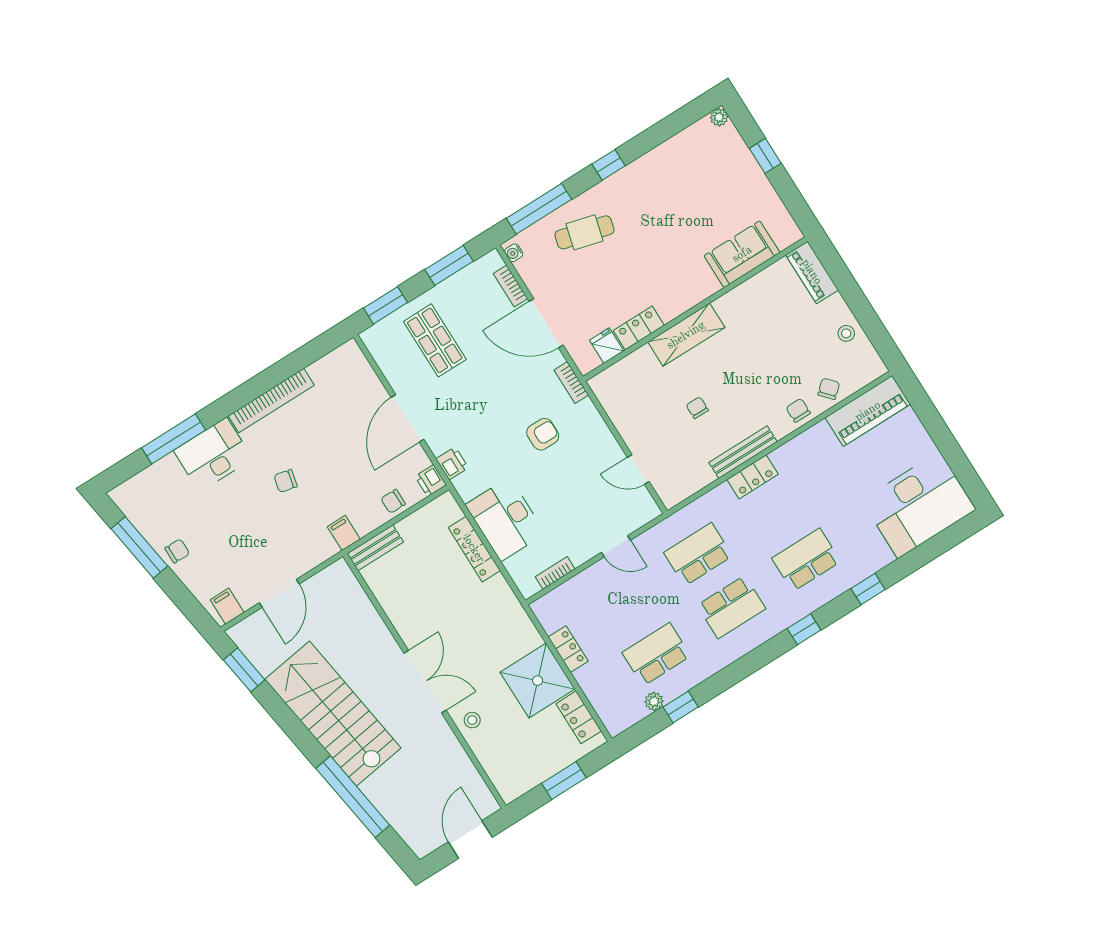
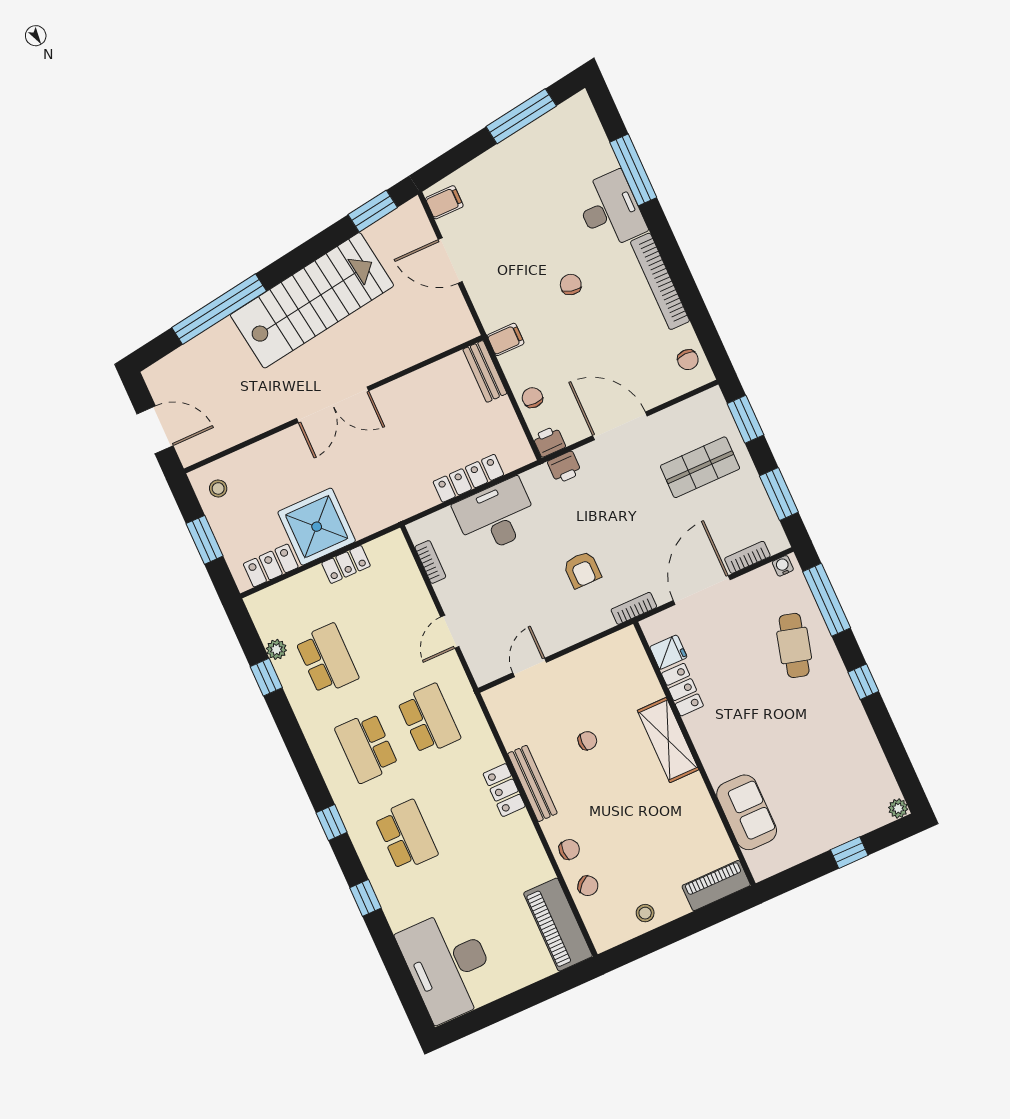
chair: (177, 551) -> (688, 360), moved
stool: (472, 720) -> (218, 488), moved

